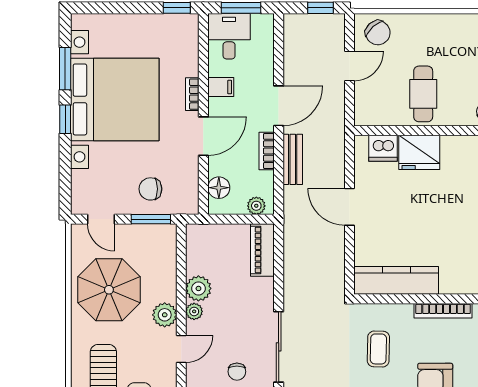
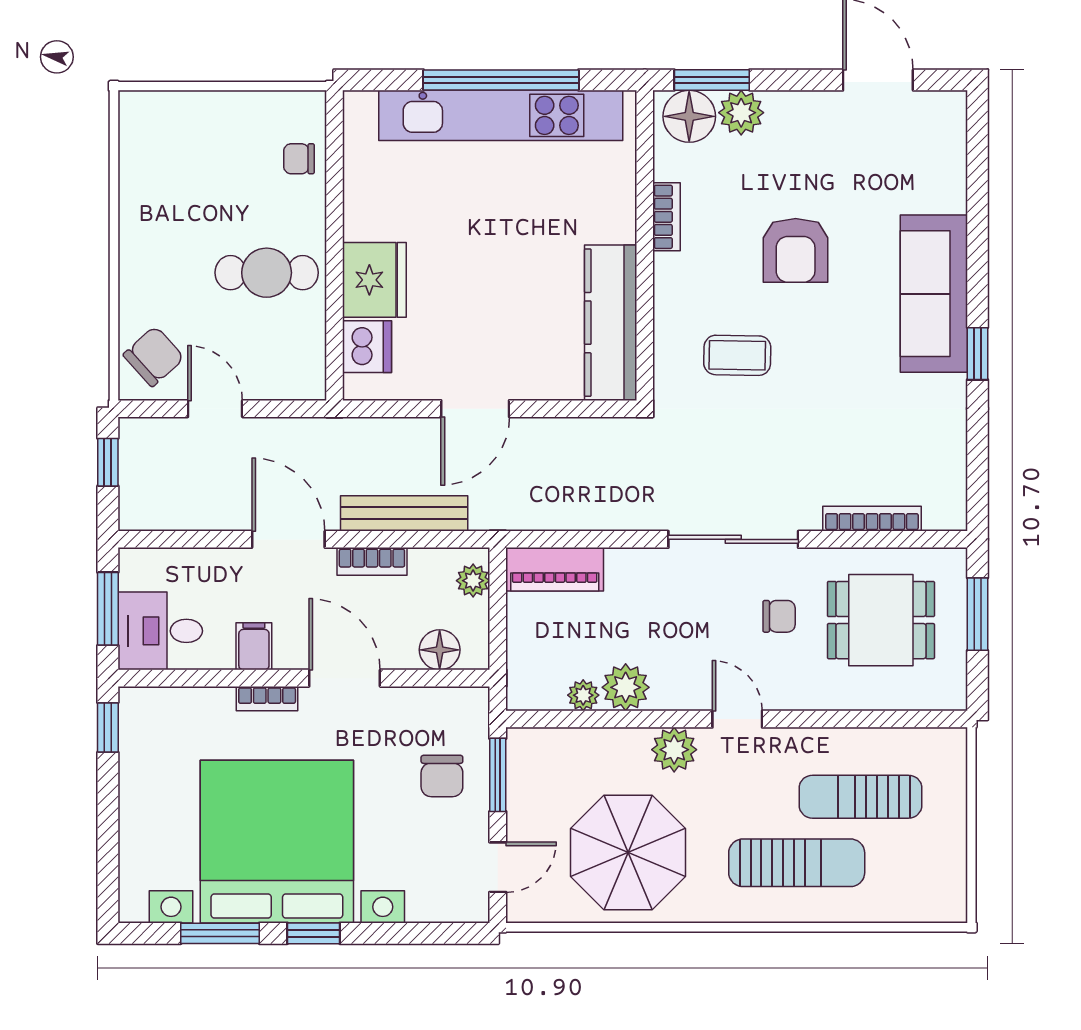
bench: (293, 159) -> (404, 513), width x1.36
plant: (194, 311) -> (583, 695), moved
bookcase: (443, 311) -> (667, 217), width x0.64

